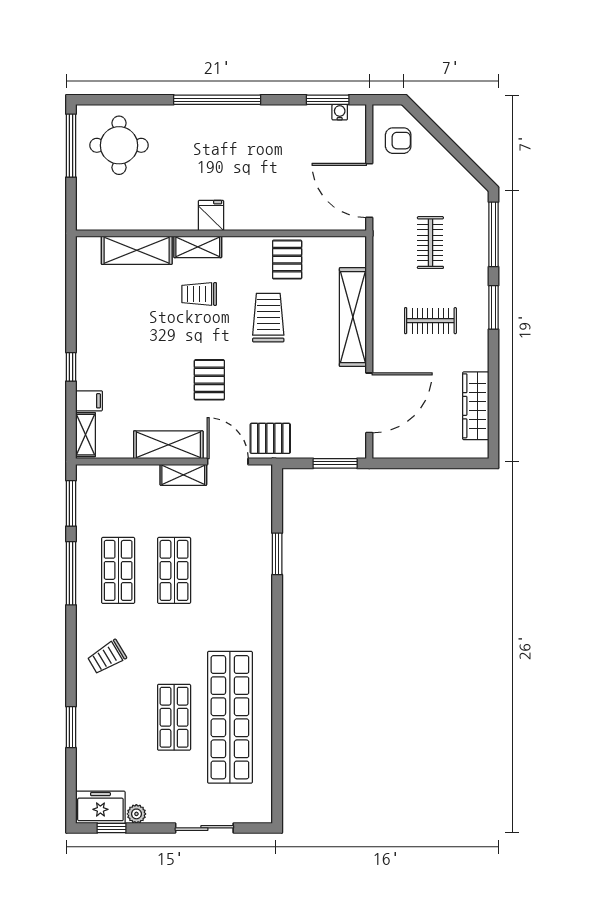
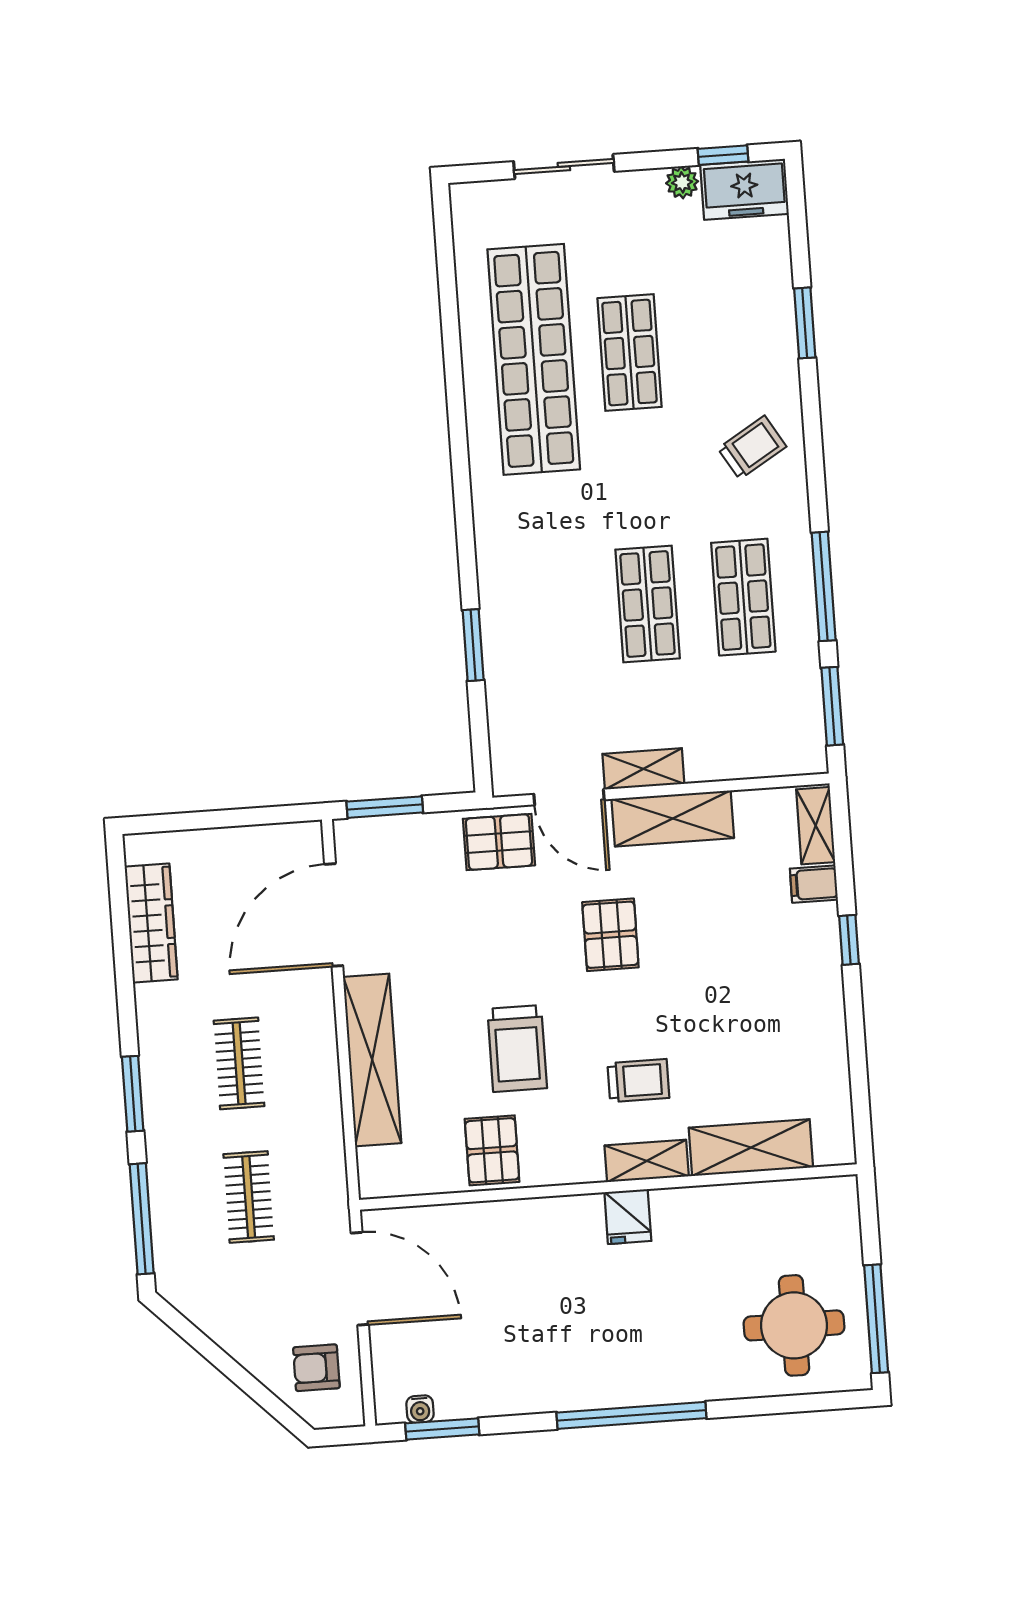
clothes rail: (430, 321) -> (239, 1063), turned 90

